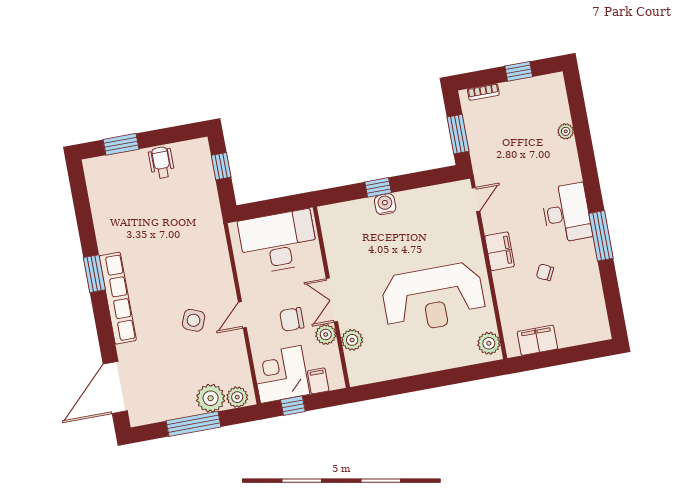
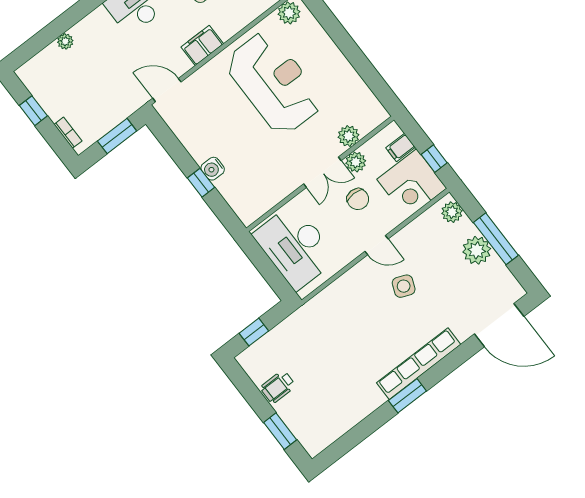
door: (476, 200) -> (167, 90), width x1.38
plant: (211, 398) -> (477, 250), moved

